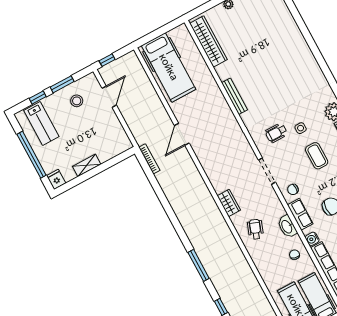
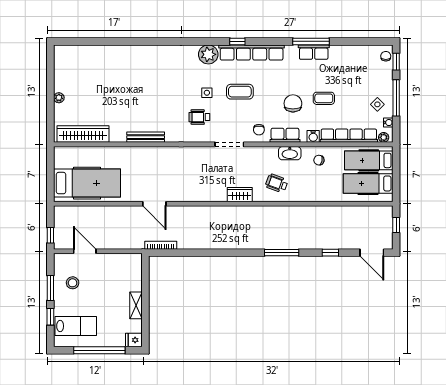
wheelchair: (276, 133) -> (199, 117), turned 90

